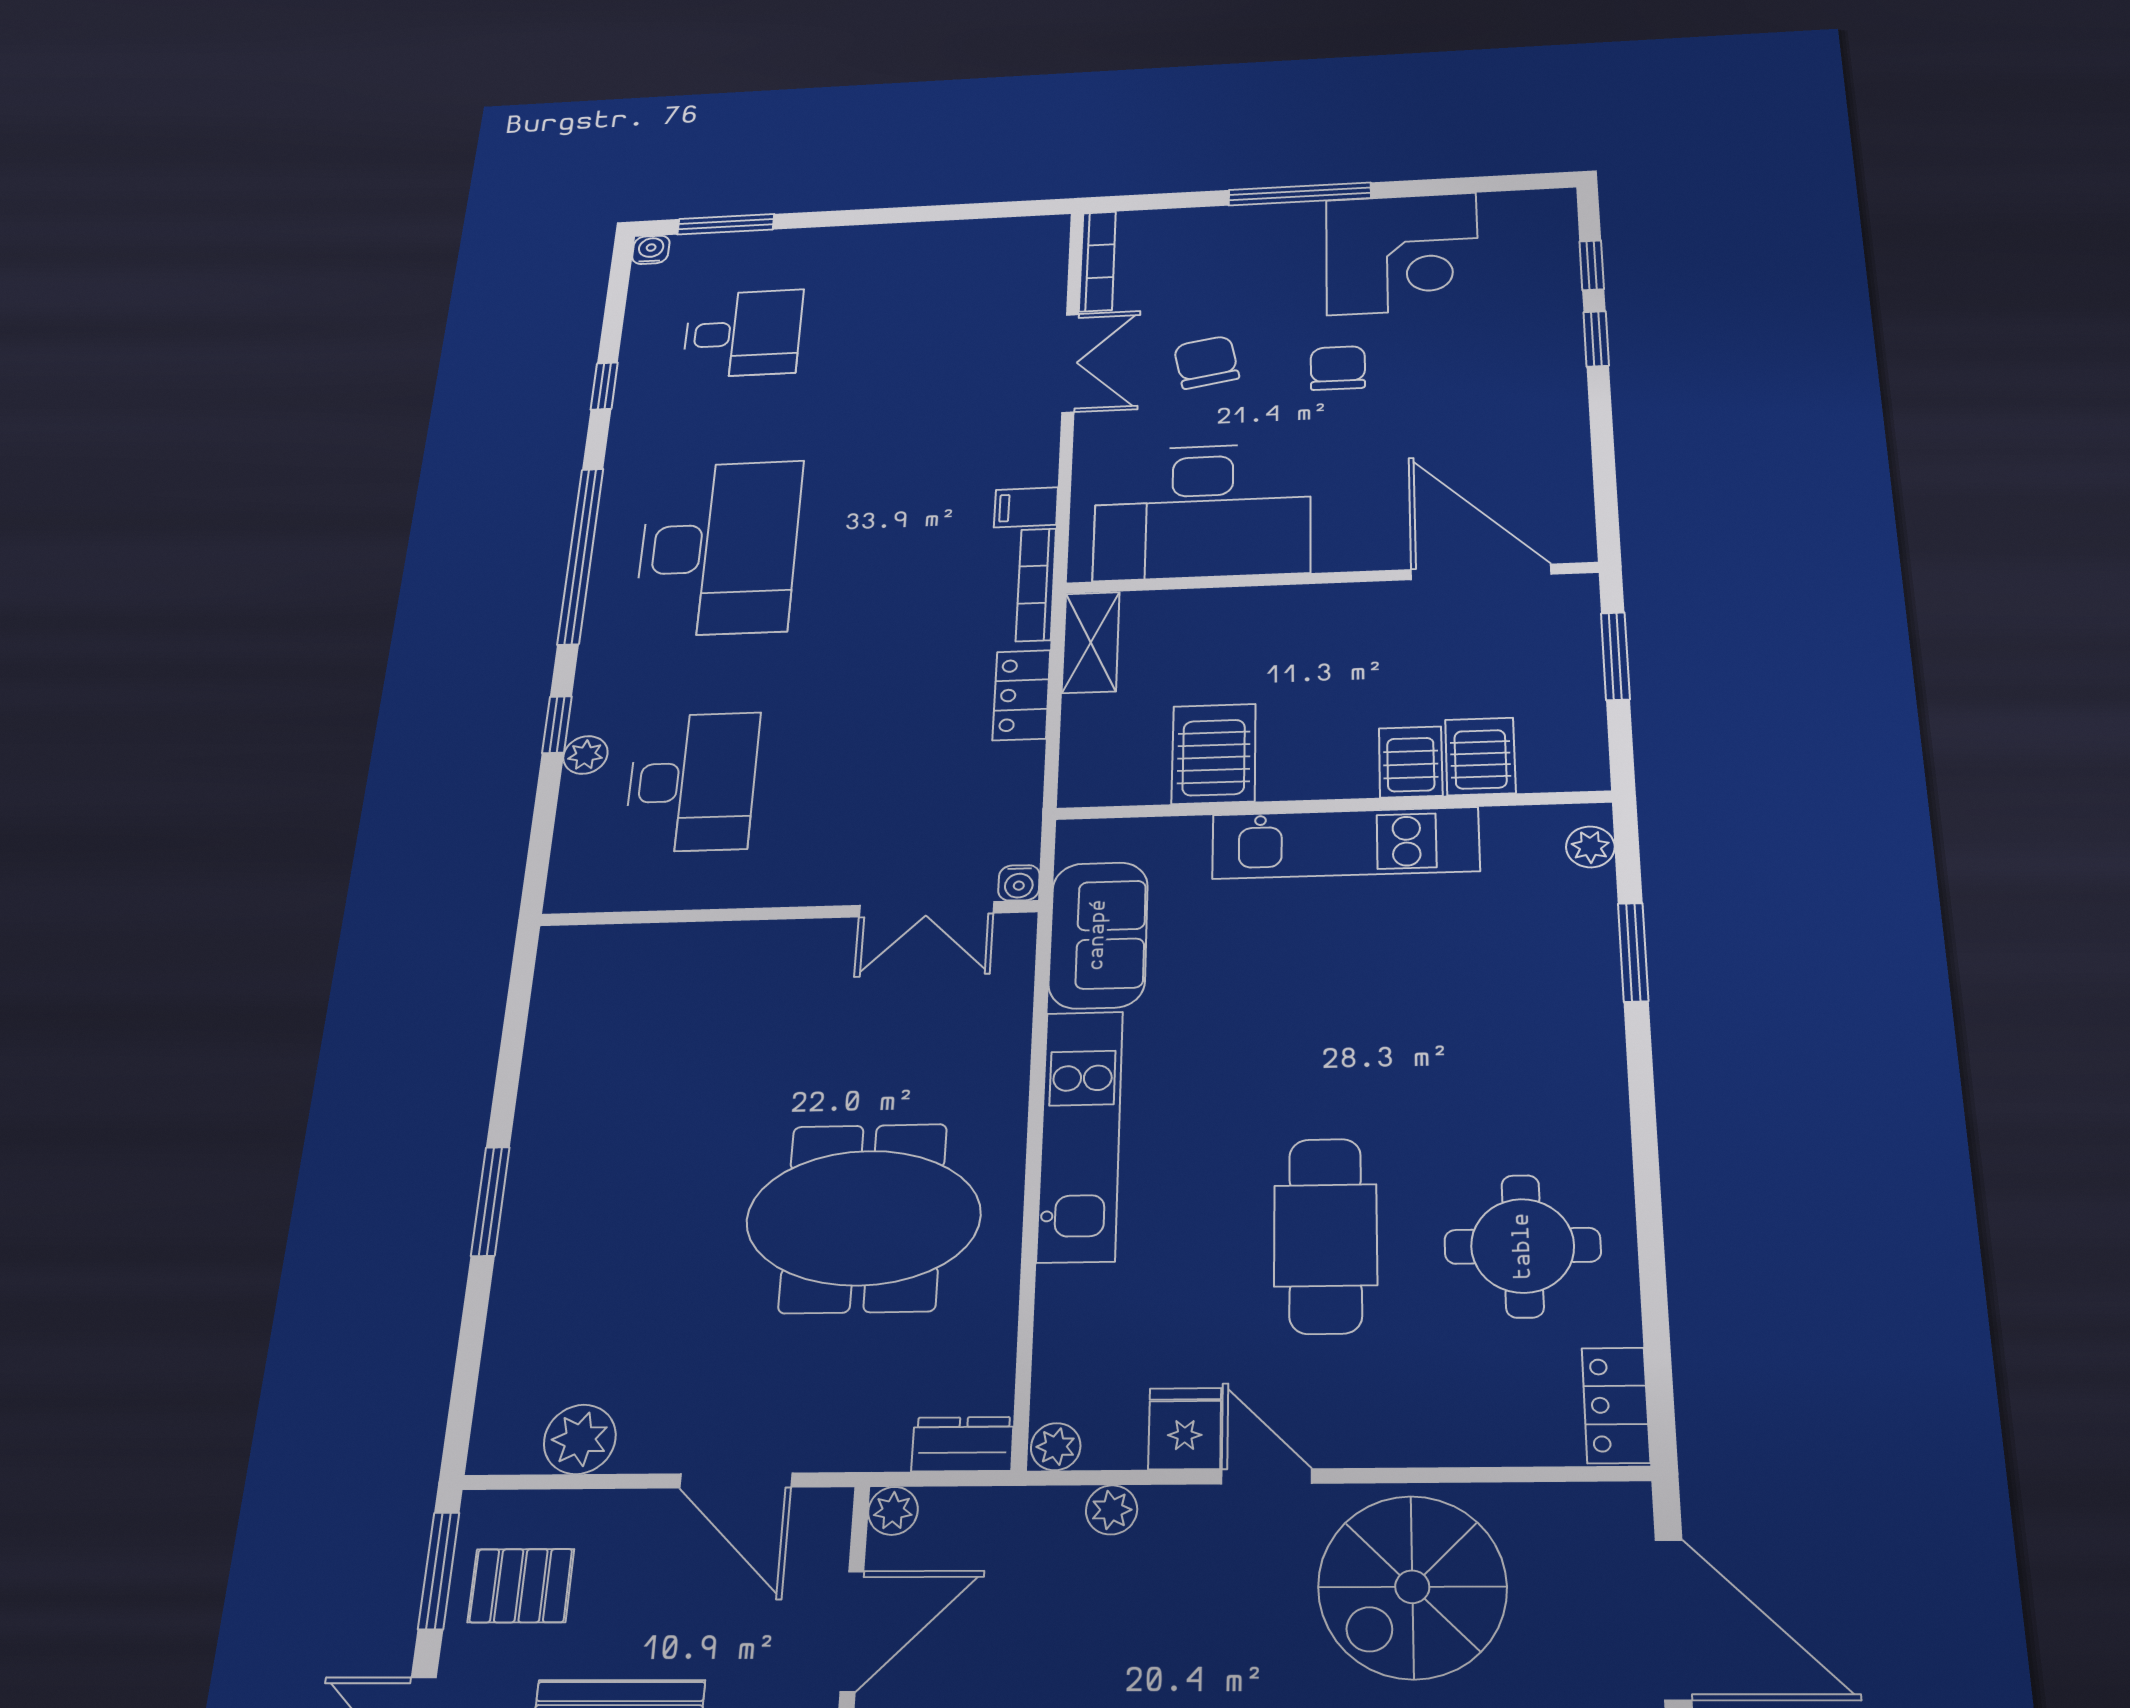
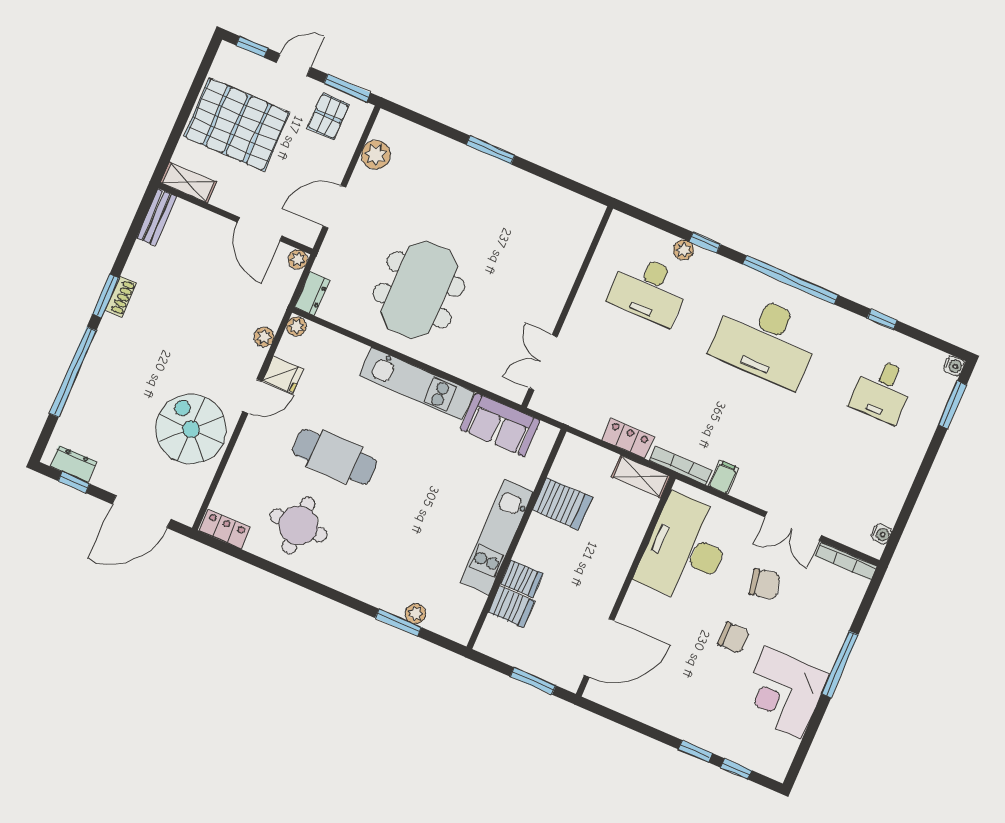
plant: (1590, 847) -> (415, 614), moved
water cooler: (1019, 883) -> (881, 534), moved, turned 180

